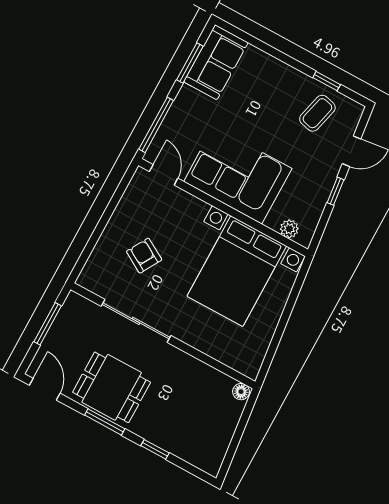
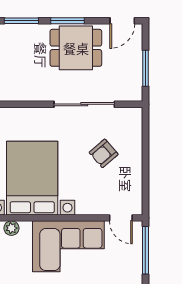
armchair: (144, 256) -> (104, 153), turned 109
door: (45, 389) -> (122, 21), hinge flipped
window: (155, 449) -> (21, 21), width x1.50

